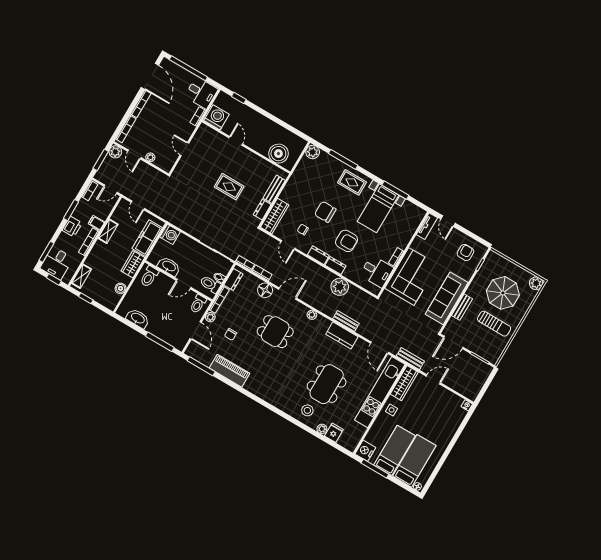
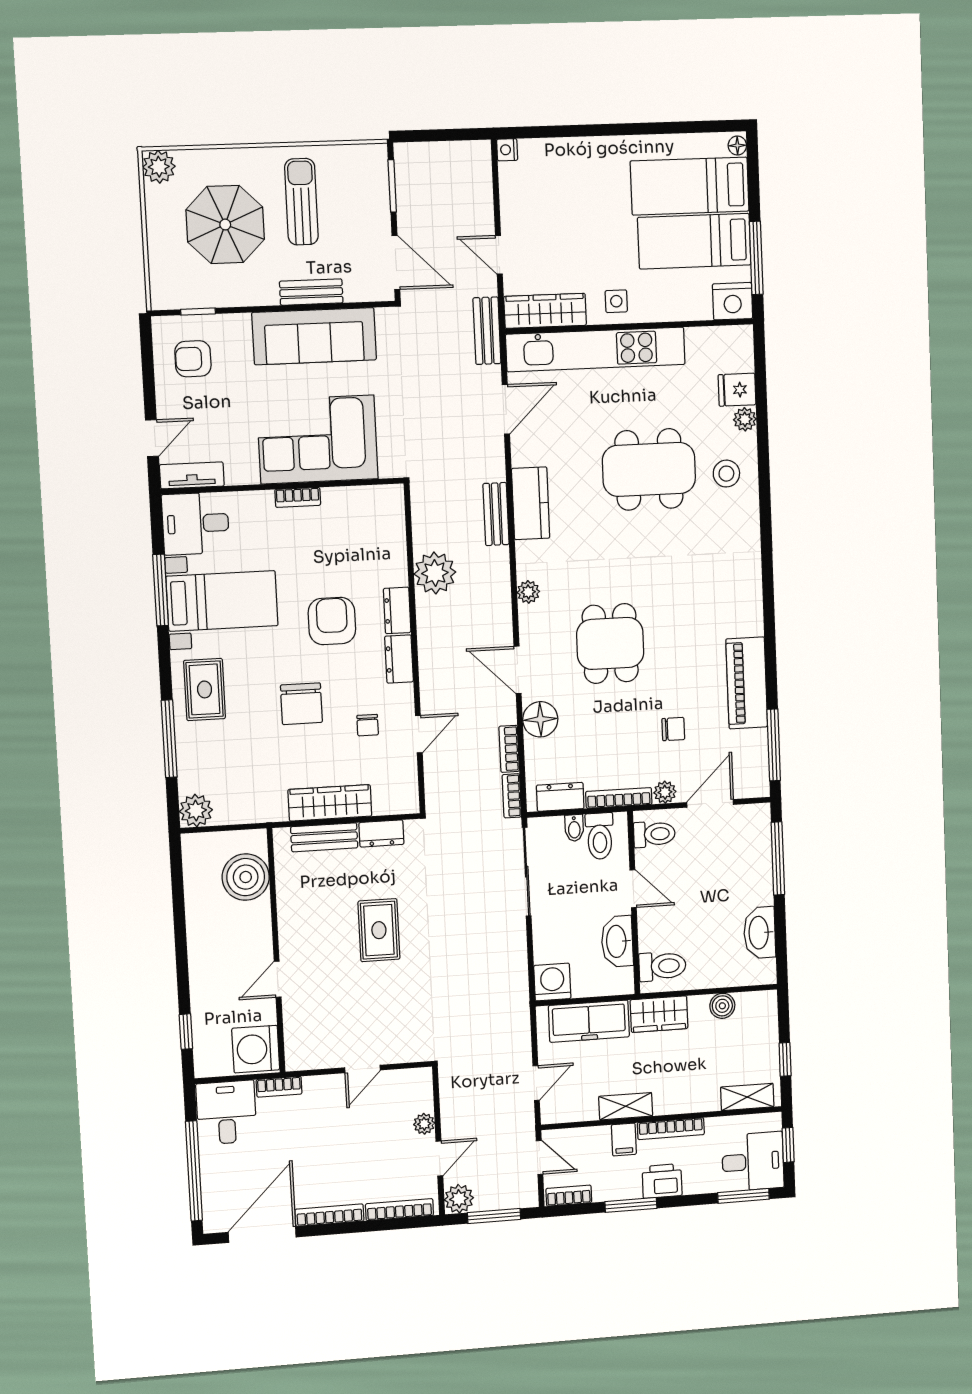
wardrobe: (275, 216) -> (330, 803), moved
desk: (377, 271) -> (196, 523), moved, turned -90

